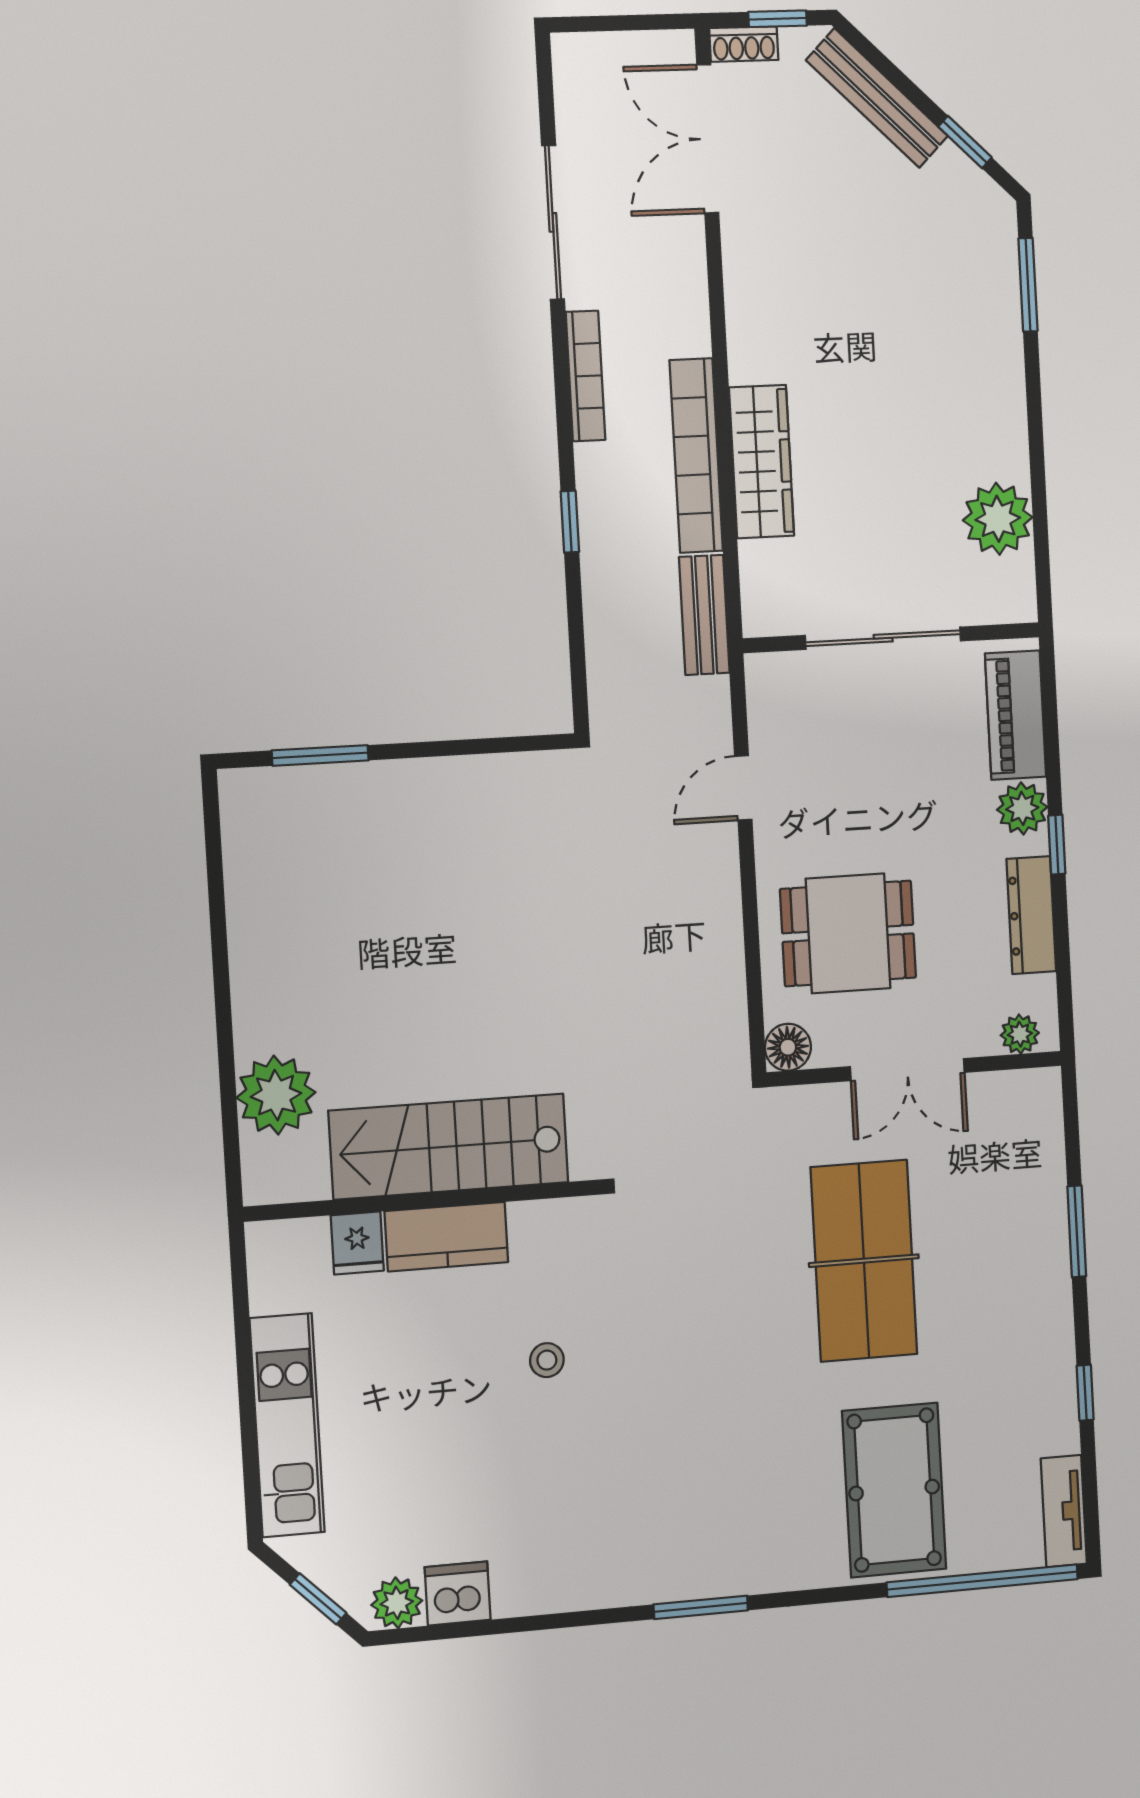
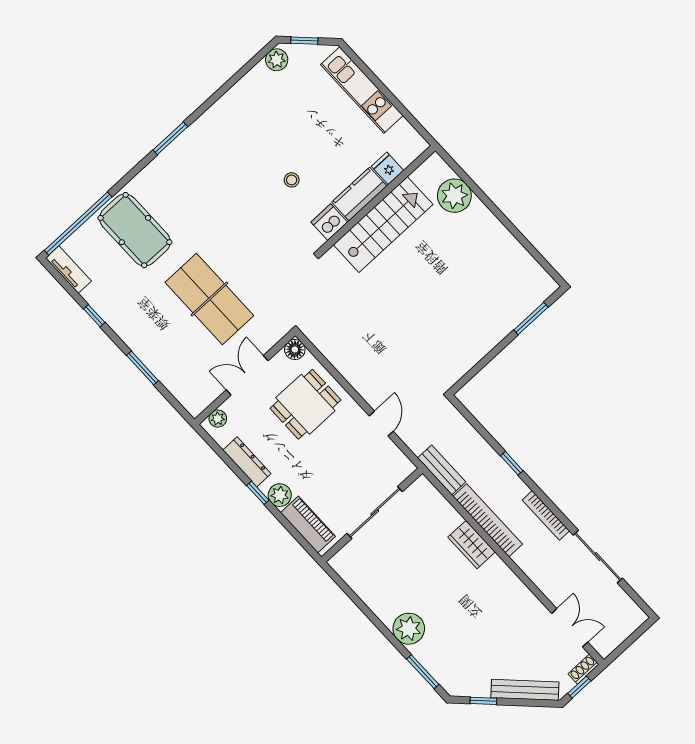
double door: (708, 139) -> (570, 628), width x0.73
wardrobe: (761, 462) -> (472, 545), width x0.67
plant: (998, 519) -> (409, 629), moved
dishwasher: (458, 1593) -> (329, 222), moved, turned 180

